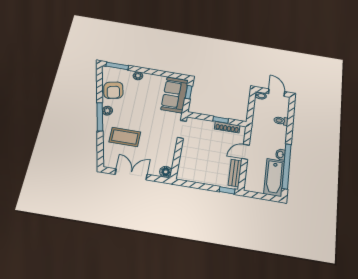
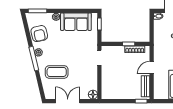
sofa: (175, 95) -> (76, 22), moved, turned -90

